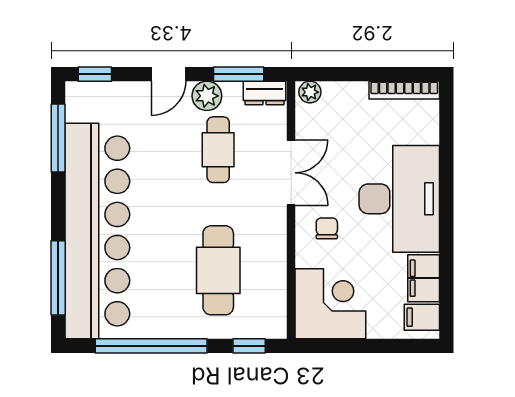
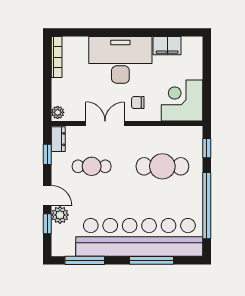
window: (95, 74) -> (47, 224), moved
window: (239, 74) -> (47, 154), width x0.67
plant: (207, 96) -> (60, 215), moved
window: (58, 278) -> (151, 260), moved
filing cabinet: (422, 317) -> (190, 47), removed

